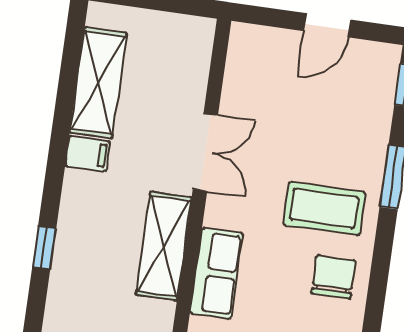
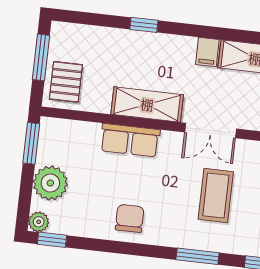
coffee table: (324, 209) -> (216, 195), moved
chair: (333, 277) -> (130, 218), turned -90

